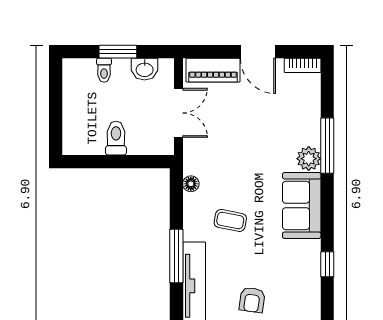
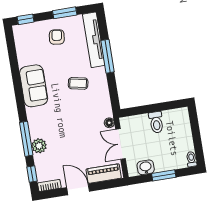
toilet: (104, 70) -> (191, 159), moved
plant: (309, 159) -> (39, 146), moved
floor lamp: (191, 184) -> (109, 123), moved
sofa: (302, 205) -> (34, 86), moved
window: (327, 264) -> (32, 174), moved

